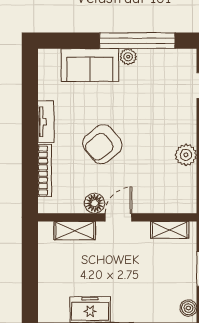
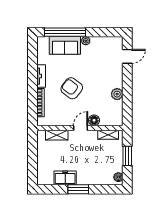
window: (137, 41) -> (65, 32), moved
armchair: (102, 144) -> (72, 88), turned 76
floor lamp: (95, 203) -> (94, 120), moved

